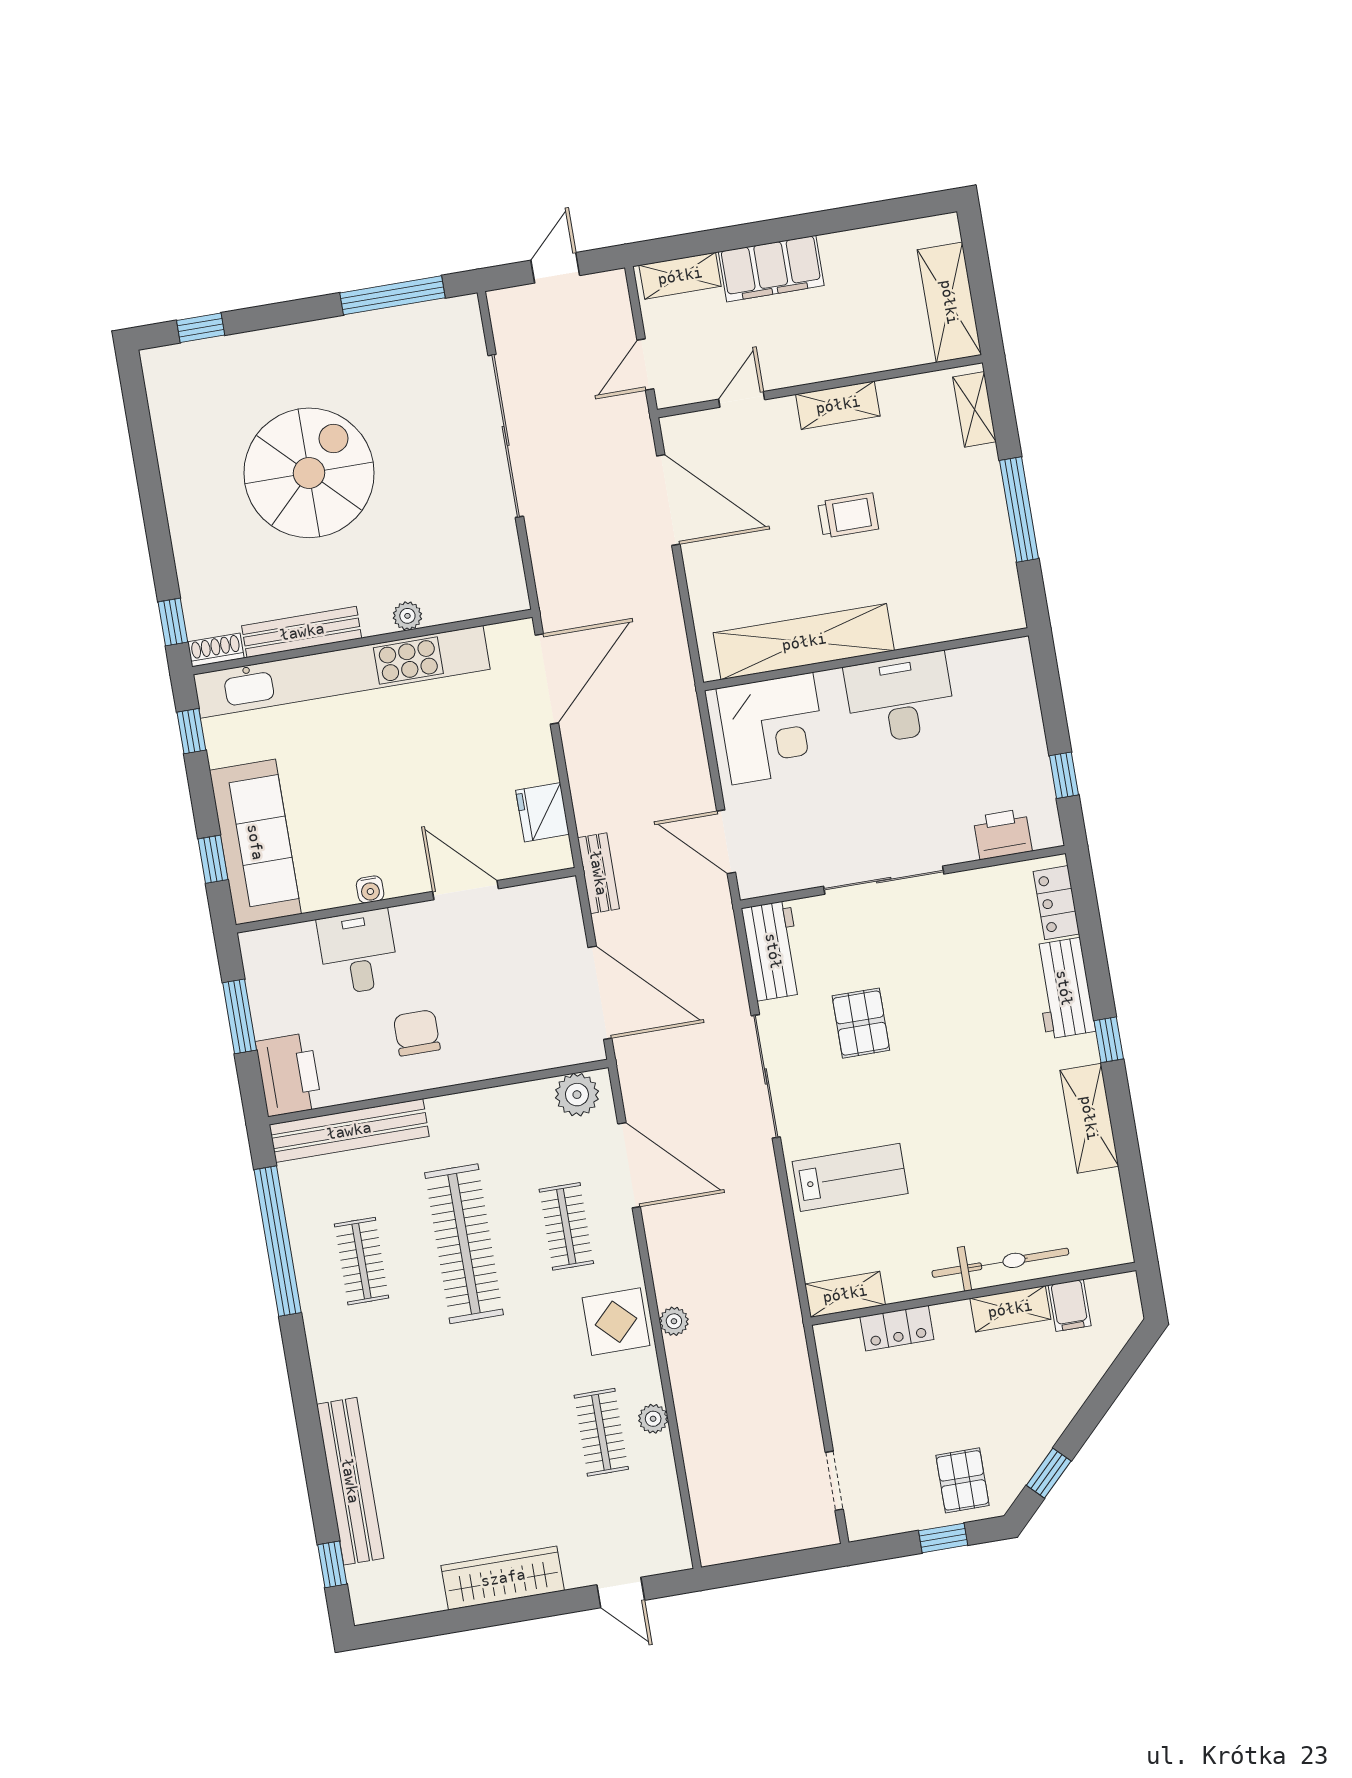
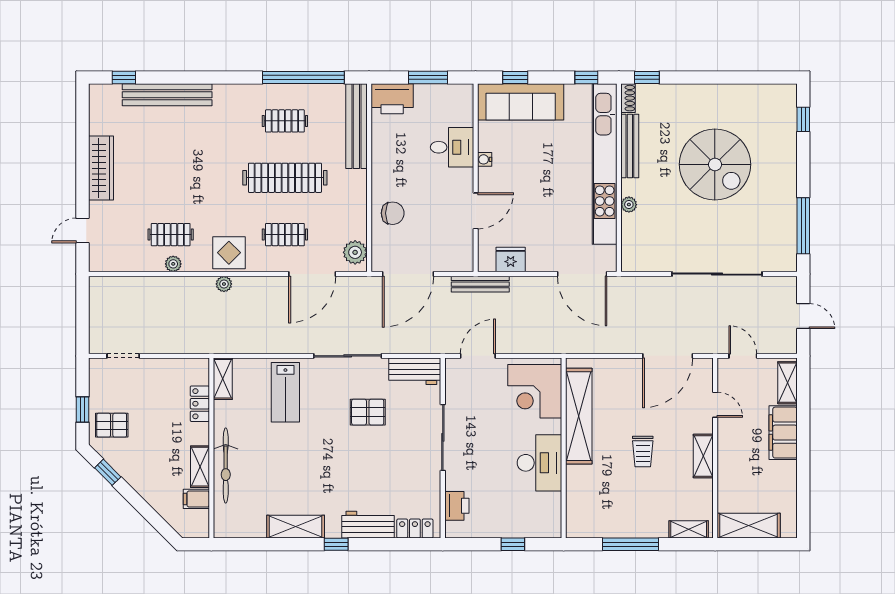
window: (1064, 775) -> (513, 544), moved
bench: (598, 873) -> (480, 284), width x1.36
chair: (417, 1033) -> (393, 213), moved

